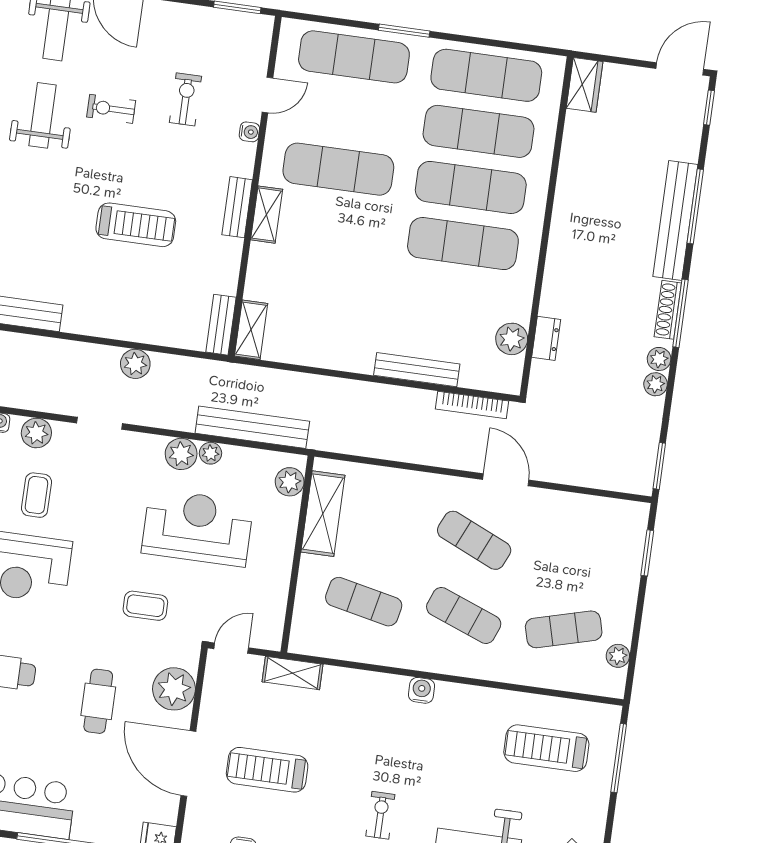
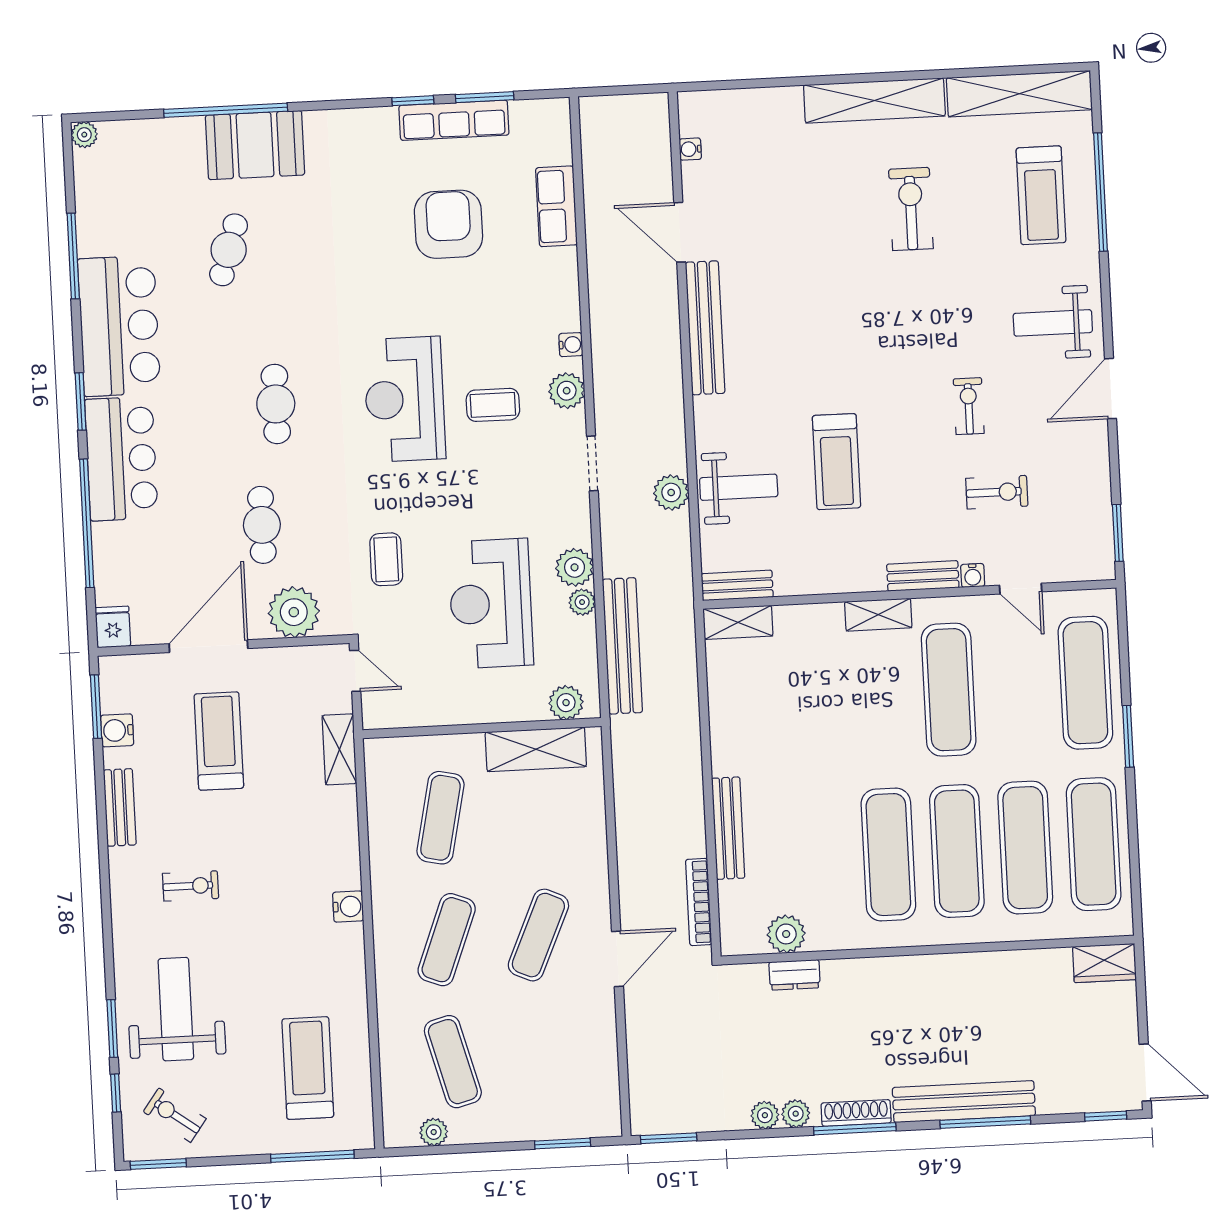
weight bench: (42, 115) -> (739, 487), moved
bench: (237, 207) -> (923, 576), moved
reception desk: (197, 528) -> (491, 603), turned 180
cafe table: (98, 701) -> (262, 525), turned 90

